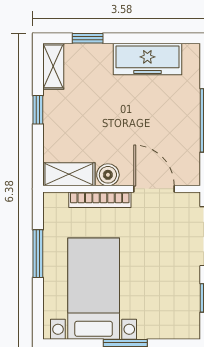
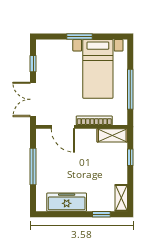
window: (38, 110) -> (130, 157), moved
boiler: (108, 175) -> (90, 135), removed
window: (38, 254) -> (130, 89), width x1.44

